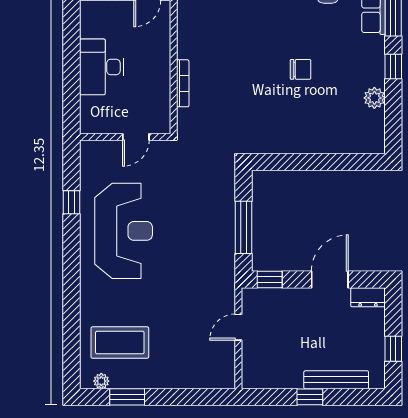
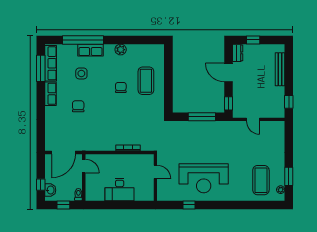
window: (393, 67) -> (119, 40), removed
plant: (374, 98) -> (121, 50), moved
coffee table: (314, 118) -> (146, 81), added
reception desk: (124, 231) -> (204, 178), turned 180
window: (393, 349) -> (253, 40), moved
window: (310, 397) -> (289, 102), moved

